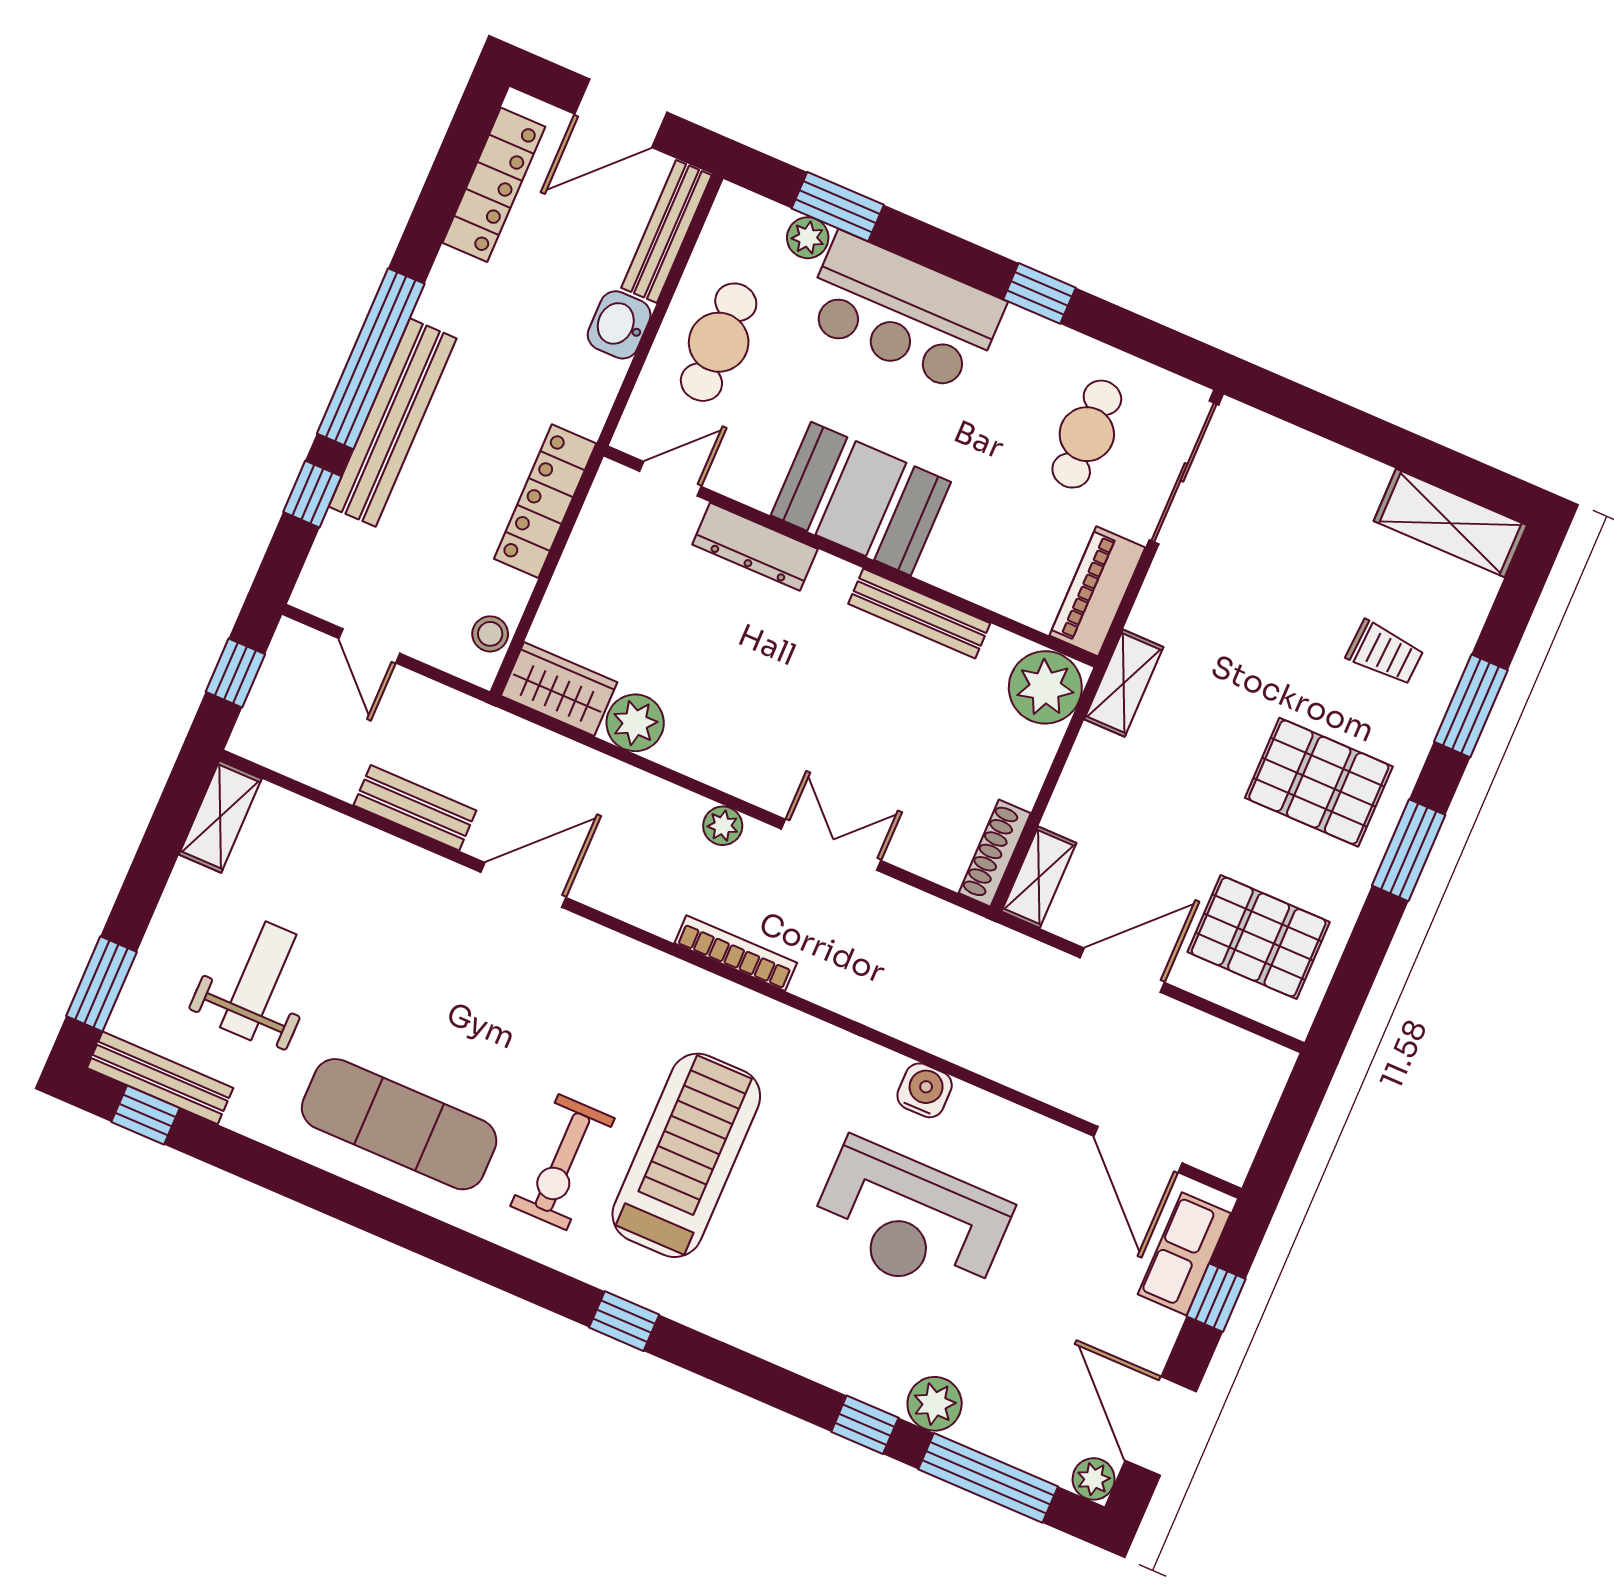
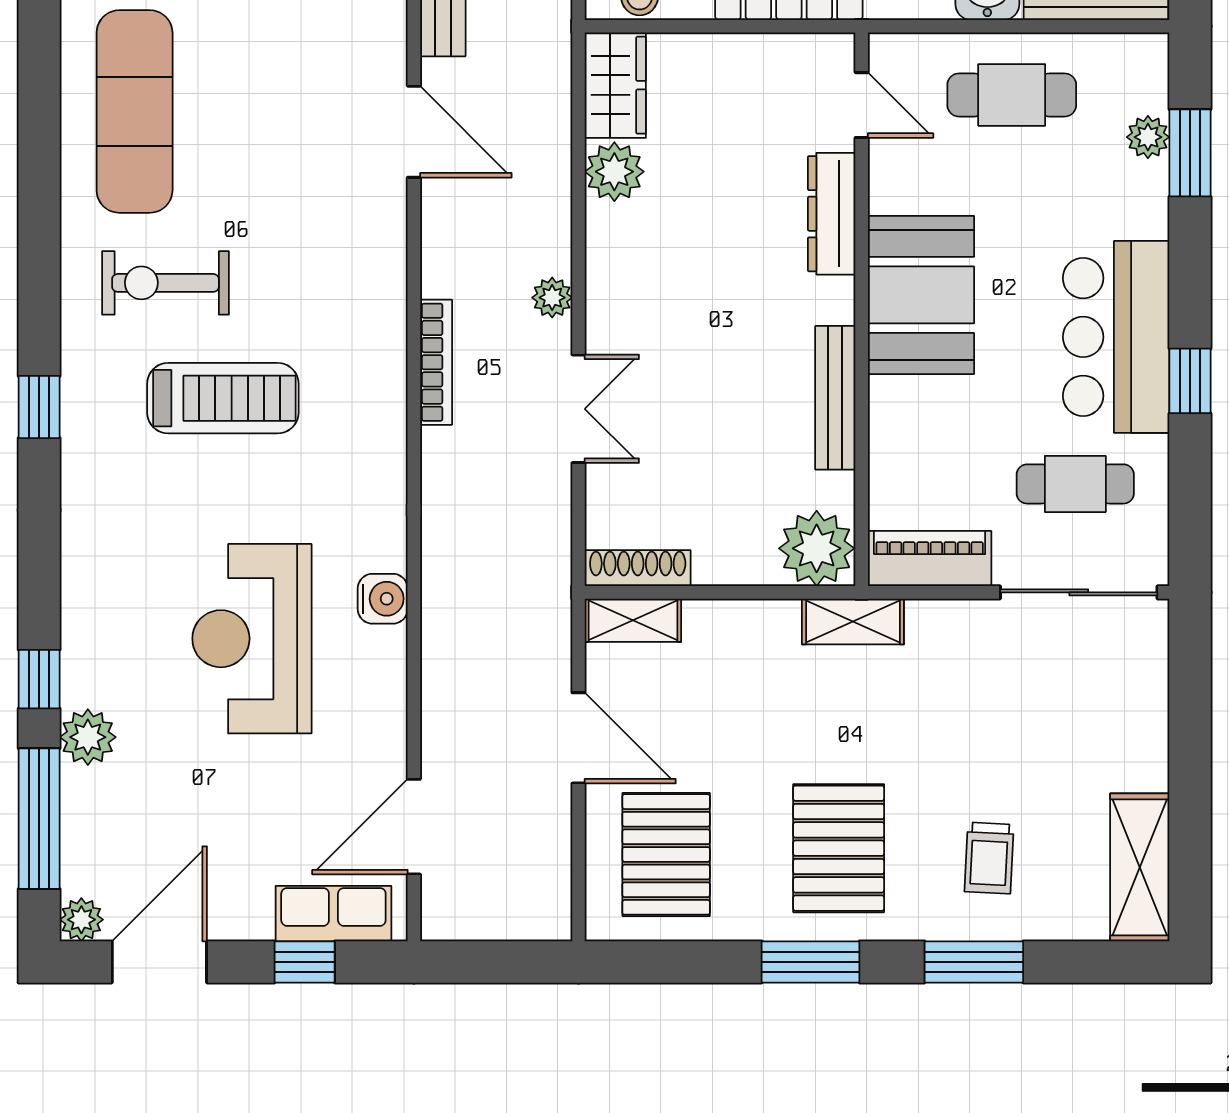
bar counter: (903, 312) -> (1116, 337), moved
treadmill: (686, 1155) -> (223, 398), width x0.73, depth x0.73

